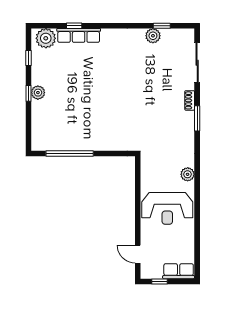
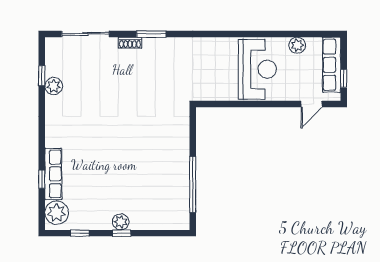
plant: (188, 174) -> (297, 45), moved
row of seats: (179, 271) -> (332, 65), width x1.48

